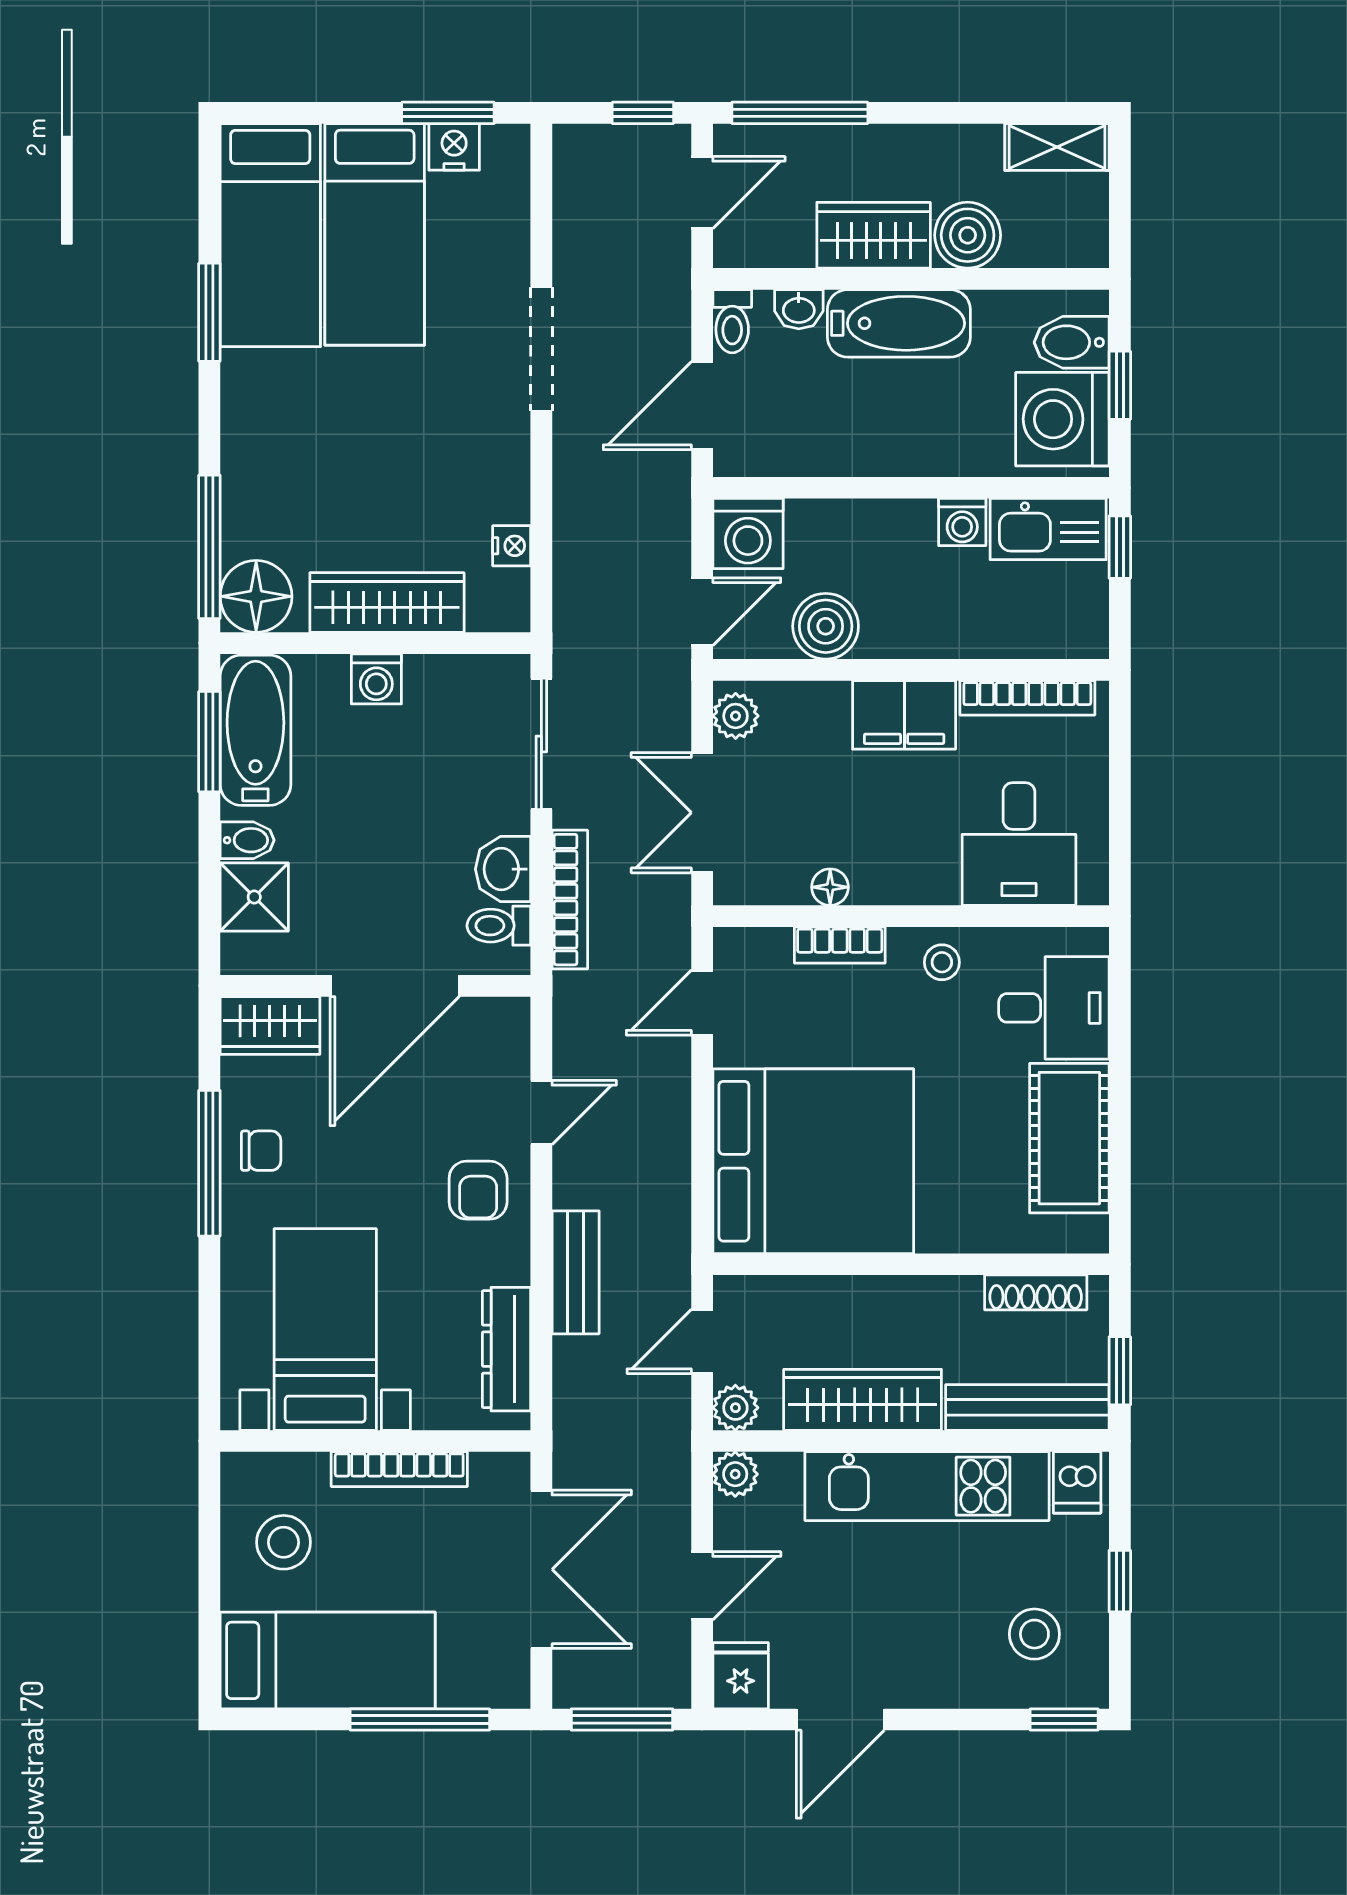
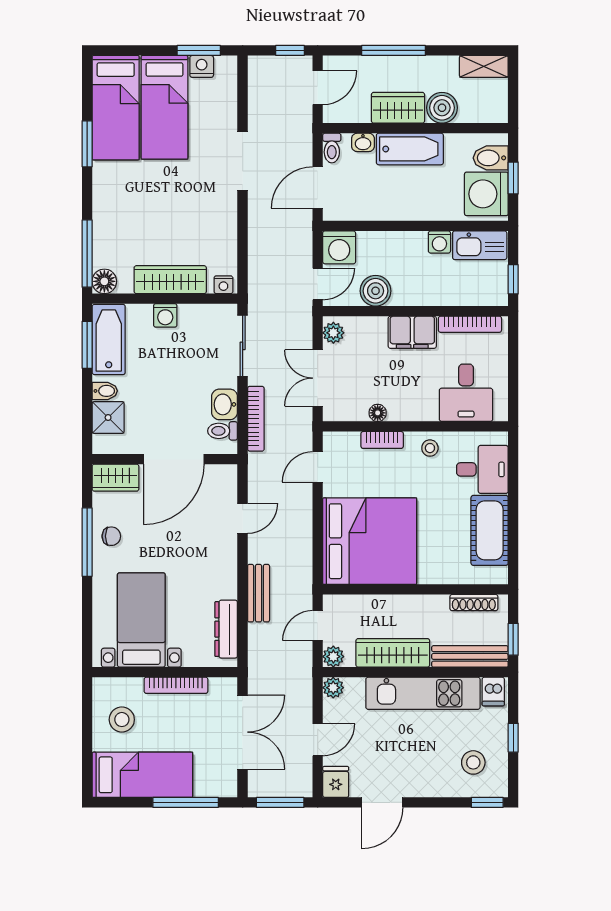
window: (800, 113) -> (394, 50), moved
nightstand: (512, 546) -> (223, 285), moved, turned 90
window: (1120, 547) -> (513, 279), moved
floor lamp: (256, 596) -> (104, 281), width x0.73, depth x0.73
armchair: (478, 1190) -> (213, 555), removed

